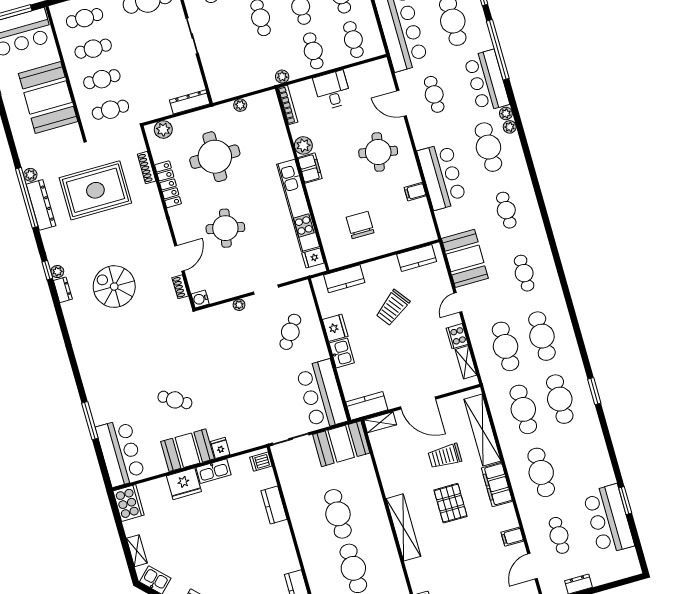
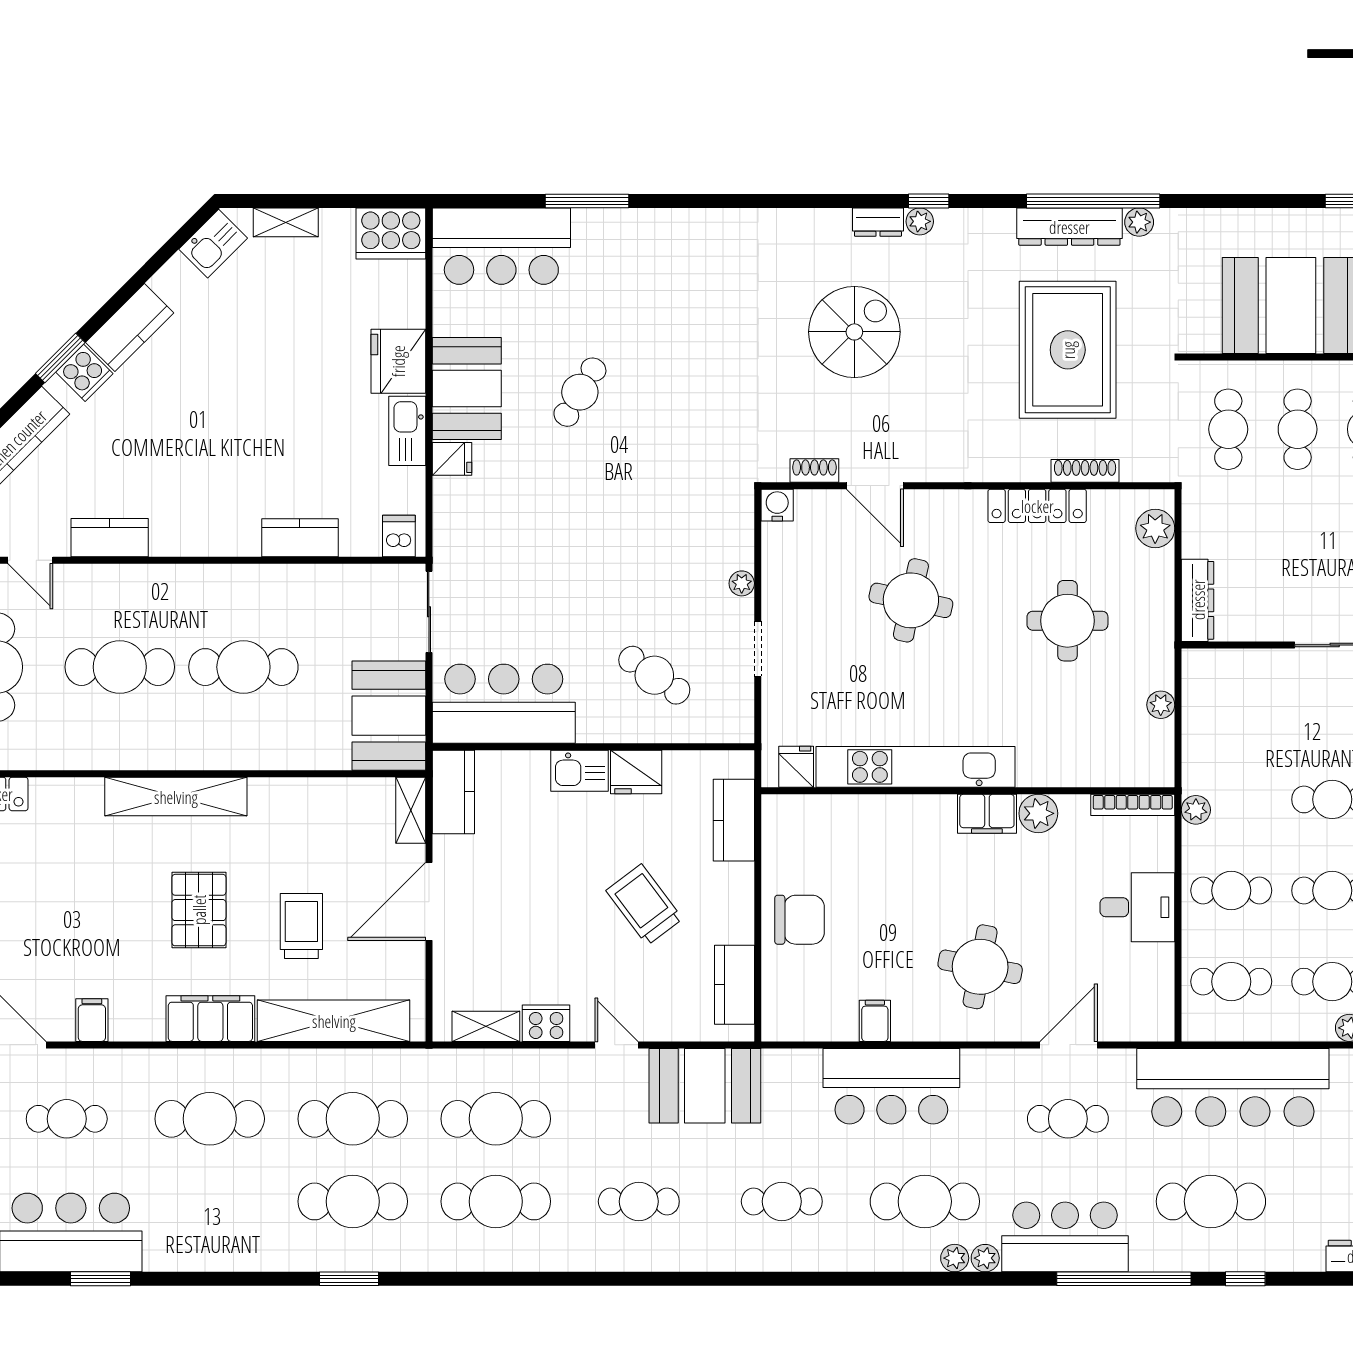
round table: (215, 157) -> (1067, 621), width x0.73, depth x0.73
chair: (360, 225) -> (800, 920), moved
pallet: (451, 503) -> (199, 910), turned 90

